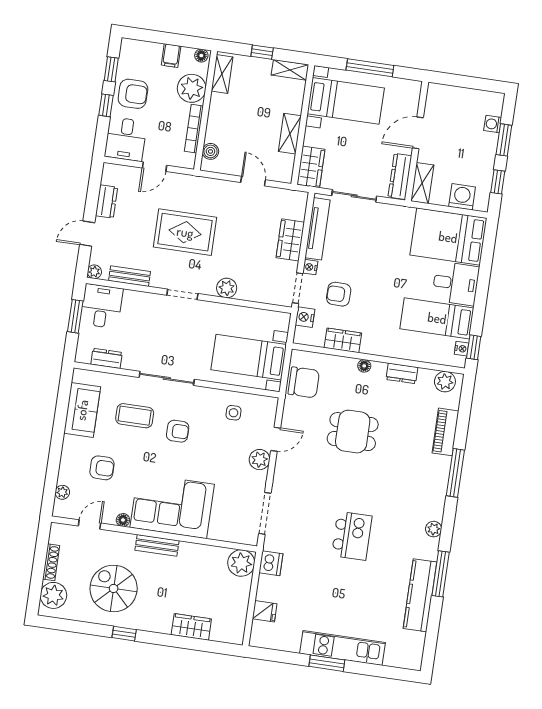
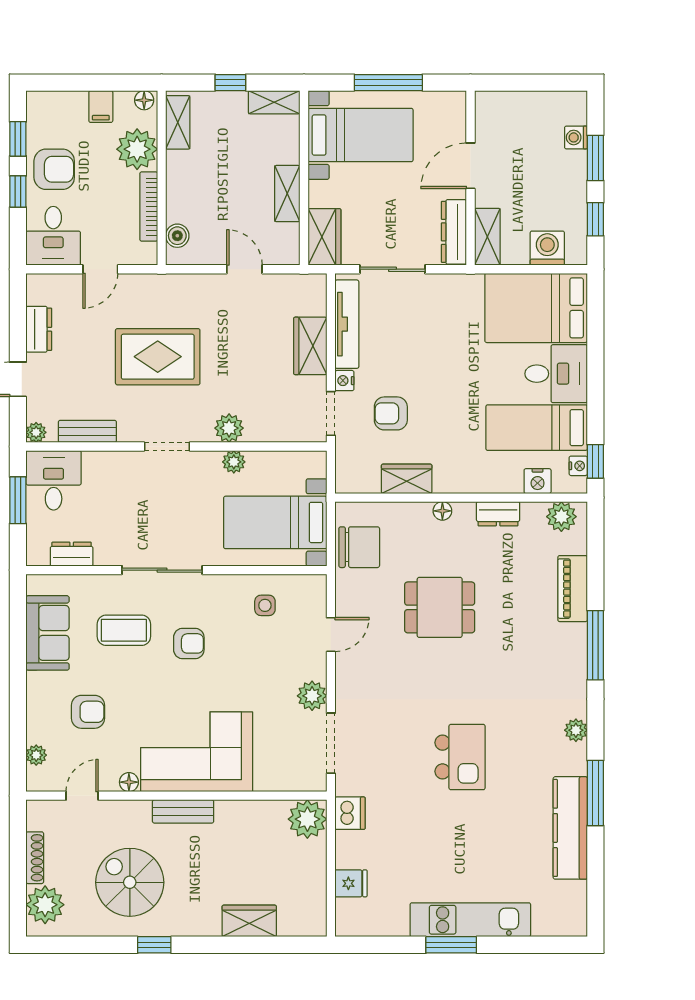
plant: (227, 312) -> (234, 462), added
nightstand: (305, 317) -> (538, 481), moved, turned -90
plant: (260, 460) -> (312, 696), moved

